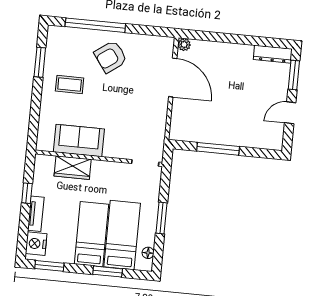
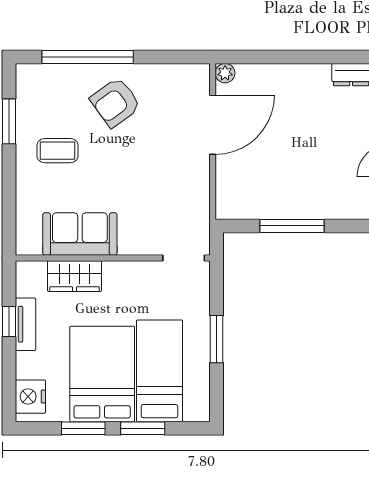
door: (173, 78) -> (213, 125), hinge flipped
tv unit: (36, 214) -> (26, 324), moved
bed: (92, 234) -> (102, 374), width x1.50
floor lamp: (148, 253) -> (201, 394), removed
window: (49, 266) -> (83, 428), moved

